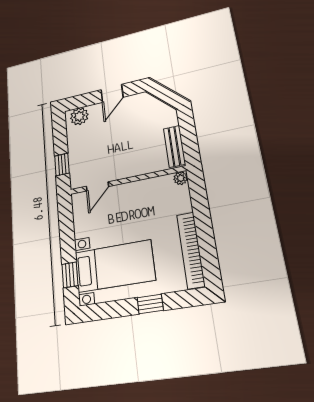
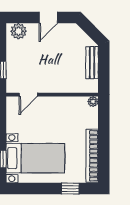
bench: (174, 146) -> (92, 63), moved
window: (150, 304) -> (70, 189), moved

